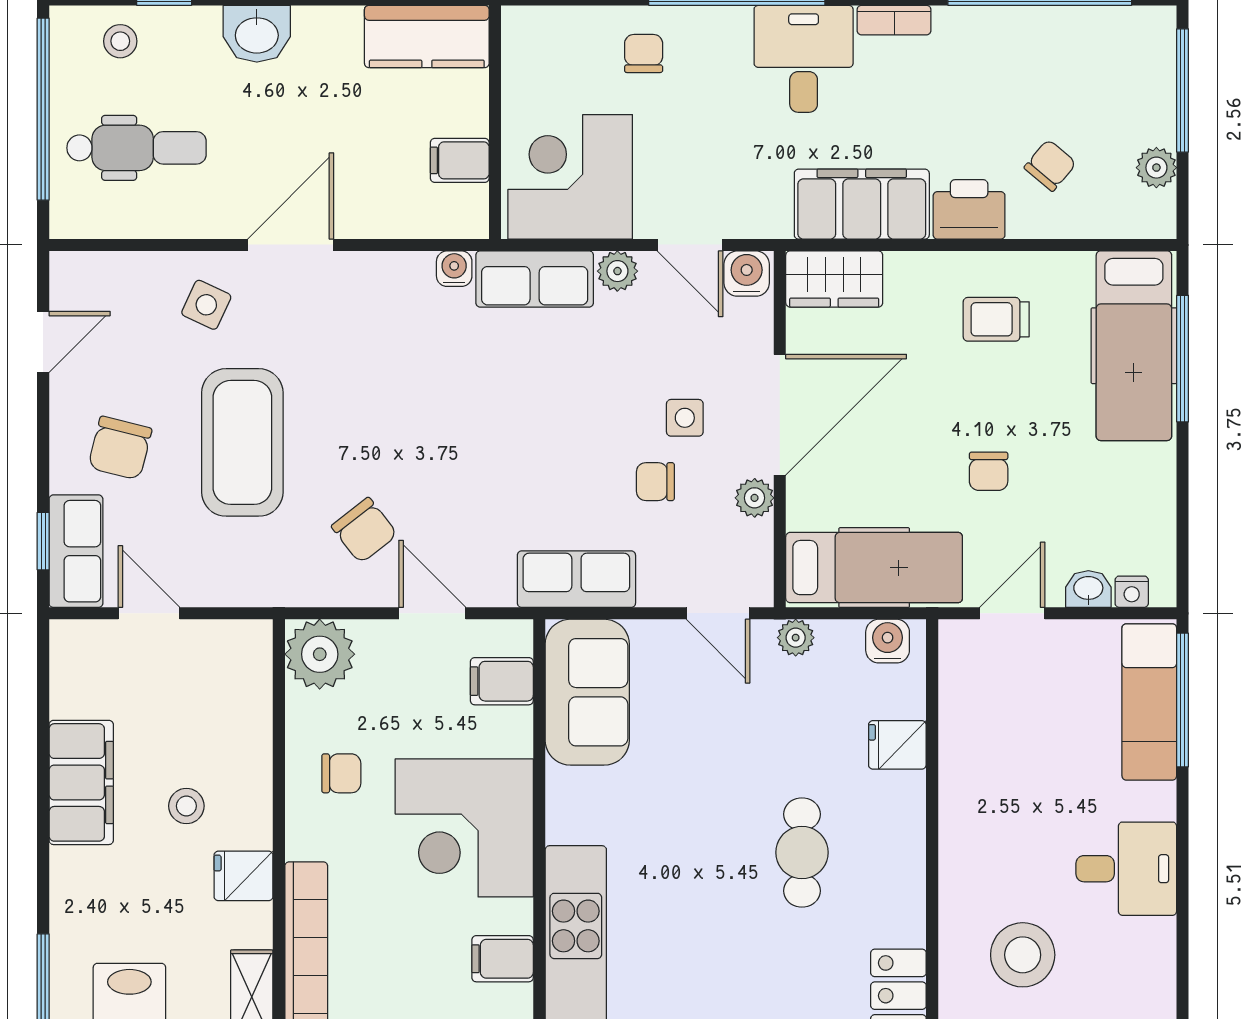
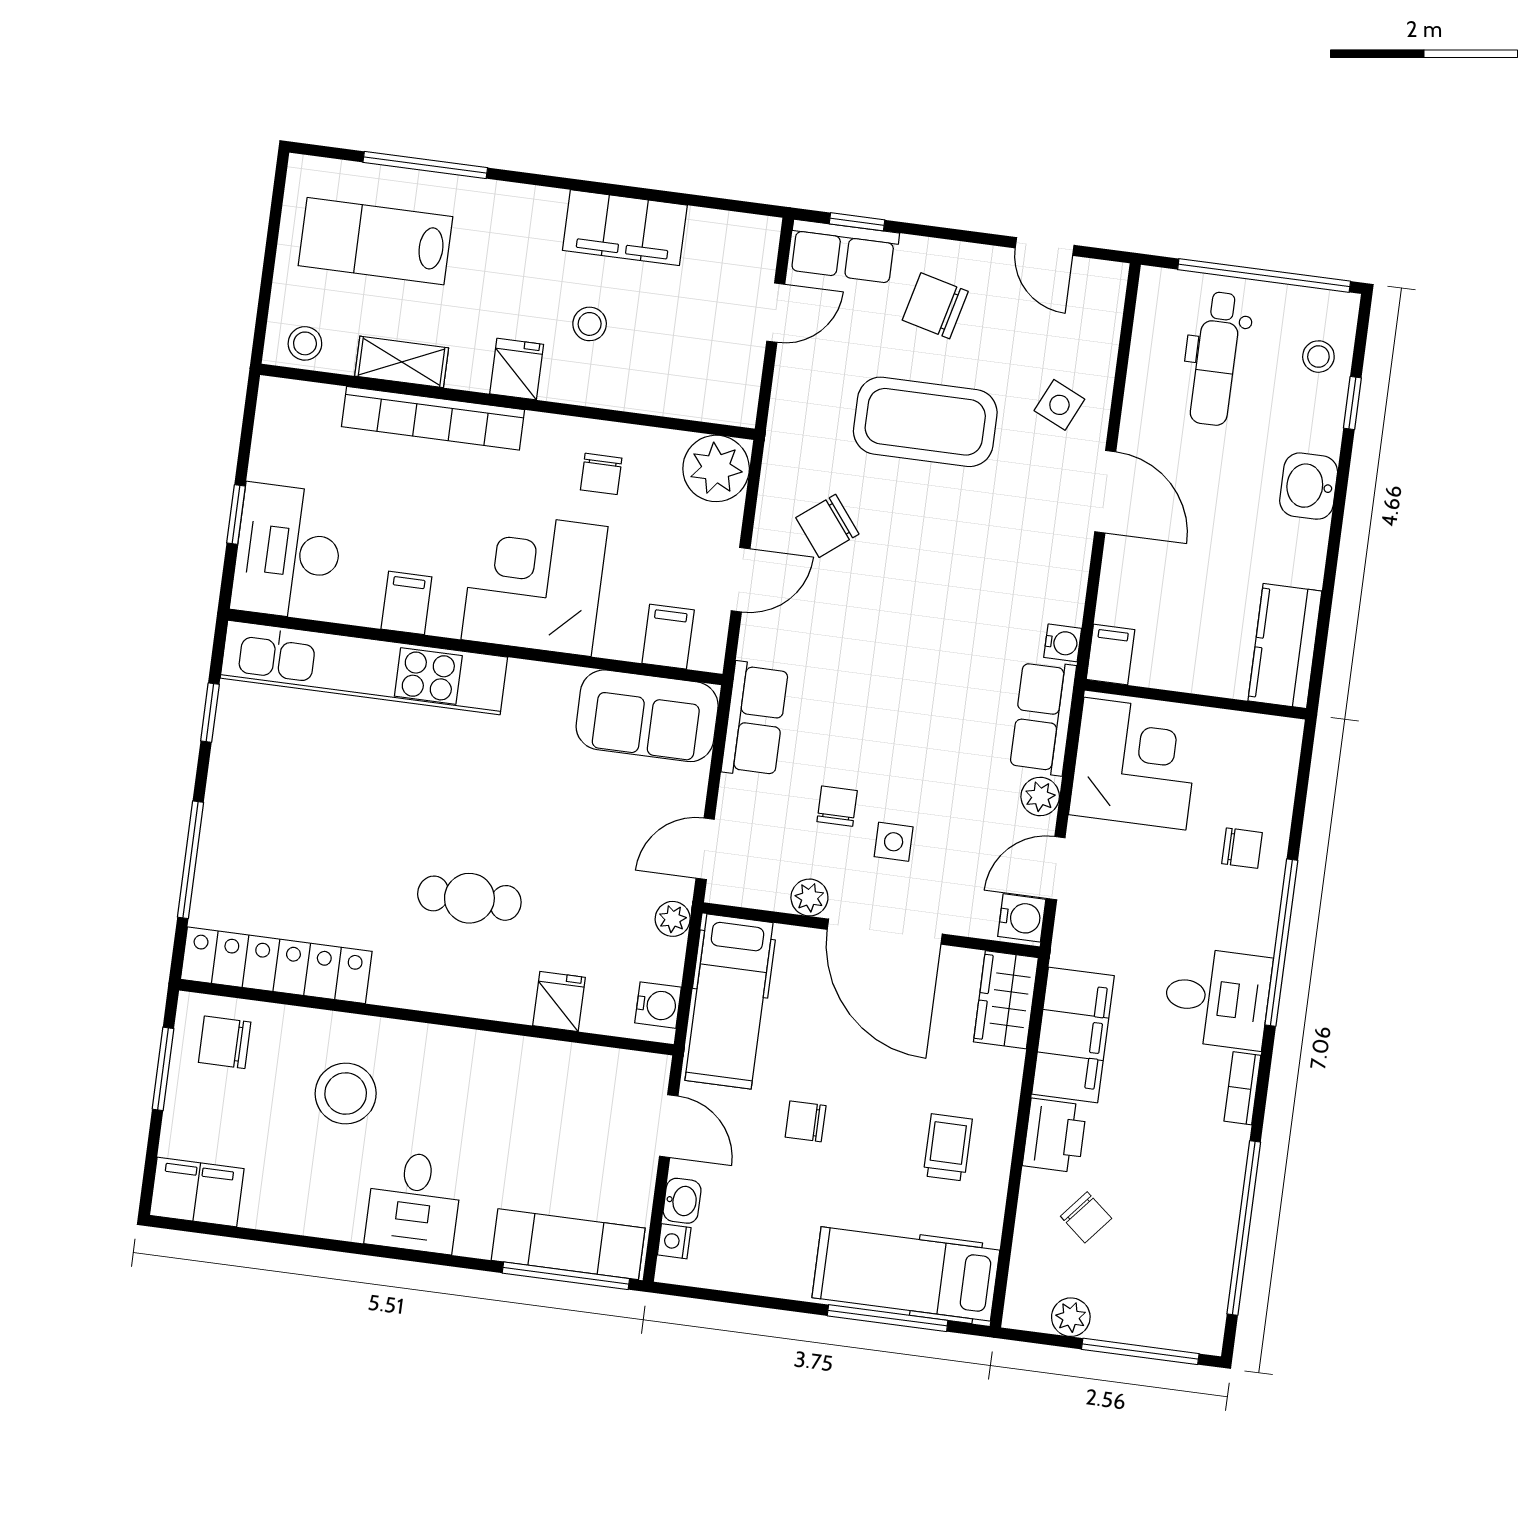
filing cabinet: (460, 160) -> (1111, 655), moved

